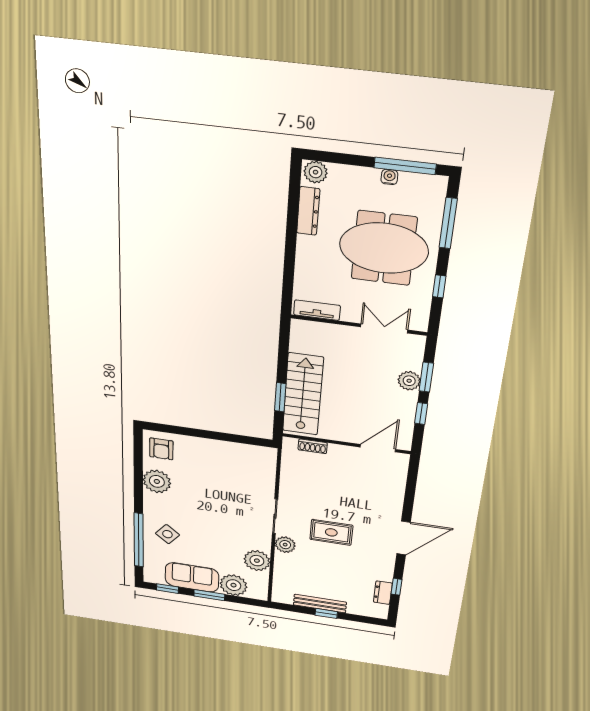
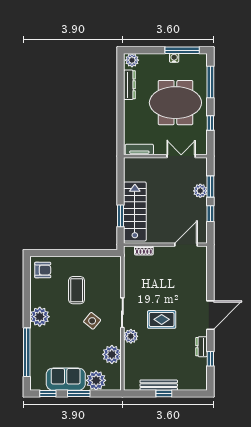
armchair: (161, 449) -> (43, 270), turned -90
coffee table: (210, 480) -> (77, 290), added
plant: (157, 481) -> (40, 317), moved
side table: (167, 534) -> (92, 321), moved
dresser: (383, 593) -> (202, 347), moved

